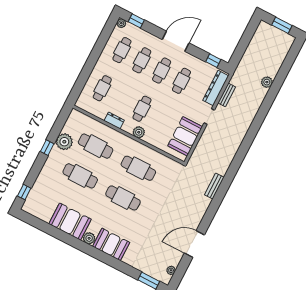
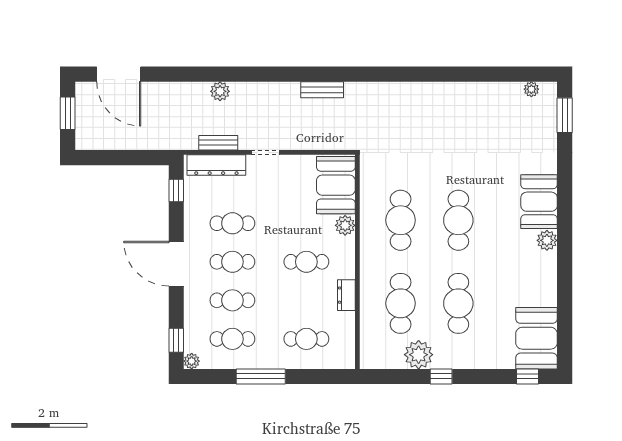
window: (95, 55) -> (261, 376), added
plant: (267, 82) -> (220, 91), moved
plant: (139, 132) -> (345, 225), moved
booth: (185, 136) -> (336, 185), moved, turned 90
bench: (214, 186) -> (322, 90), moved
booth: (70, 222) -> (536, 338), moved
door: (194, 244) -> (119, 74), moved

